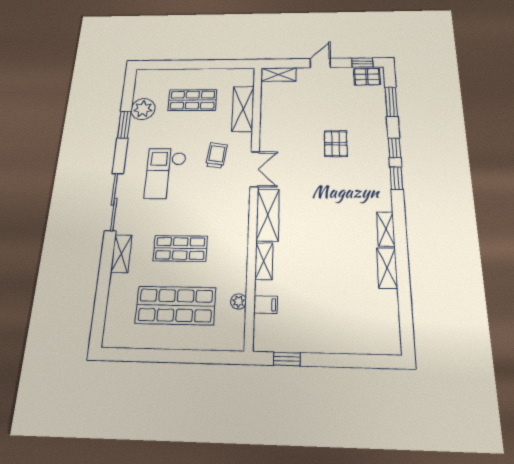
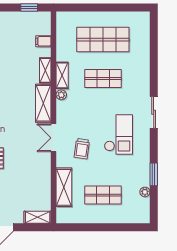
plant: (143, 109) -> (145, 192), width x0.53, depth x0.53
sliding door: (114, 202) -> (154, 112), width x0.73
shelving: (121, 254) -> (62, 75), moved
plant: (239, 301) -> (61, 95), moved

